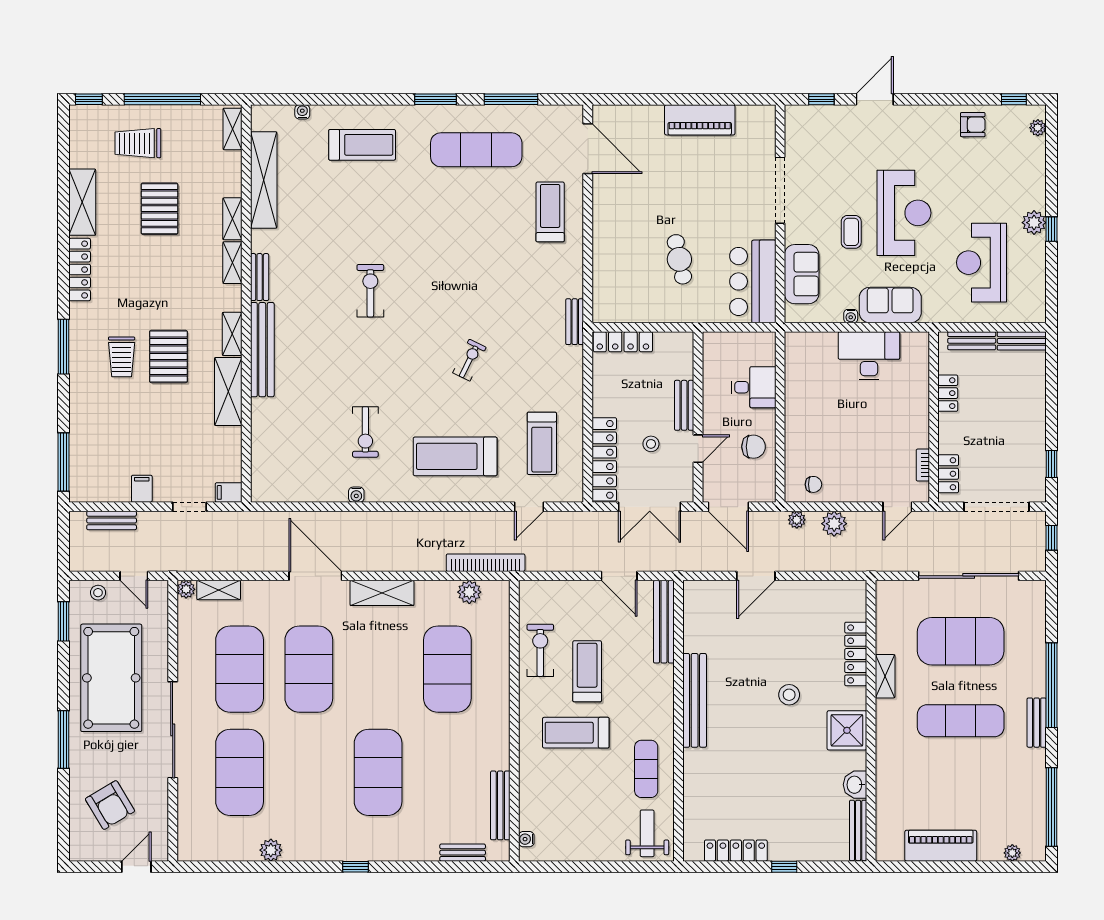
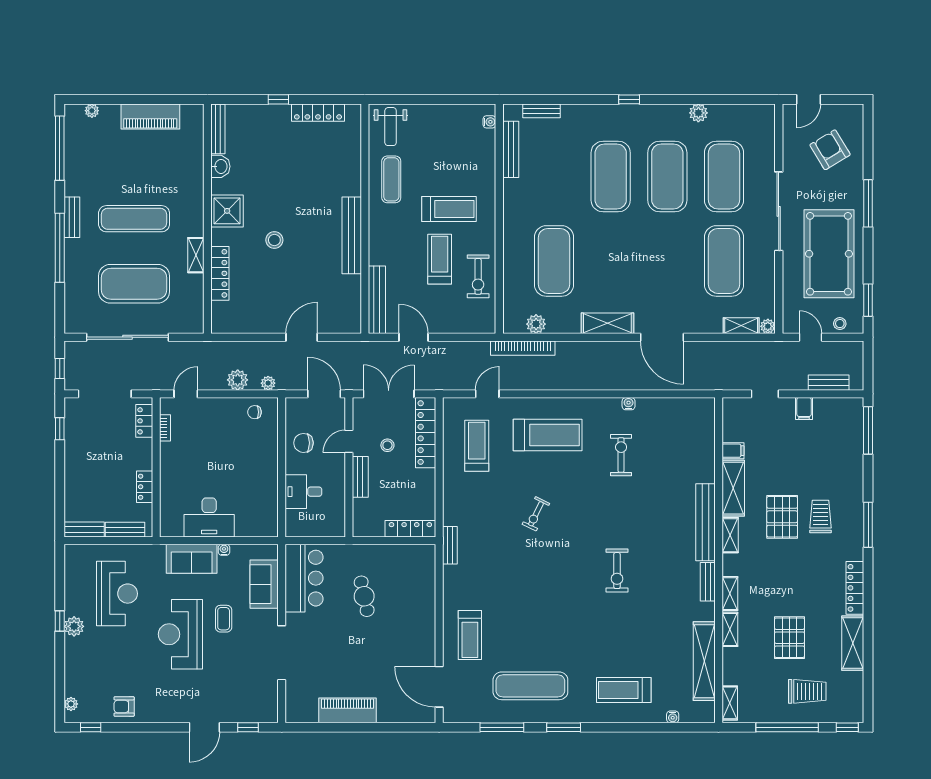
filing cabinet: (229, 492) -> (733, 451), moved
exercise mat: (309, 669) -> (667, 176), moved
treadmill: (587, 671) -> (440, 259), turned 180

